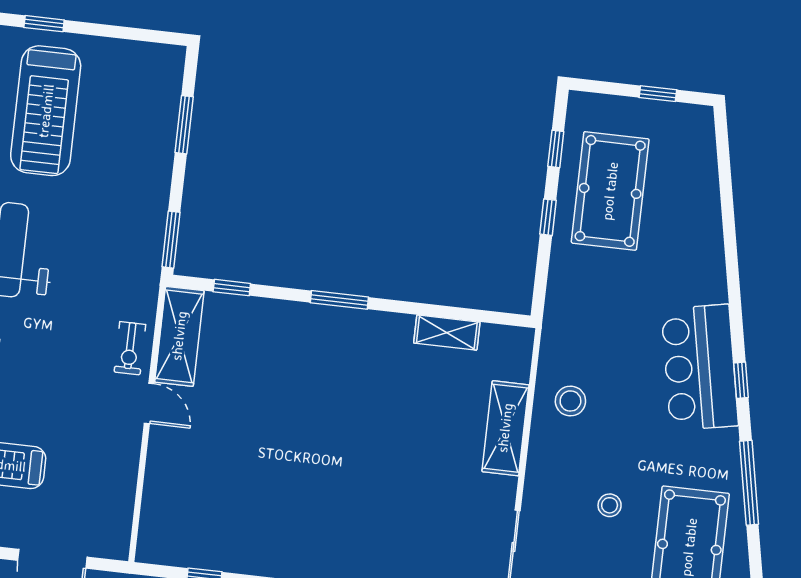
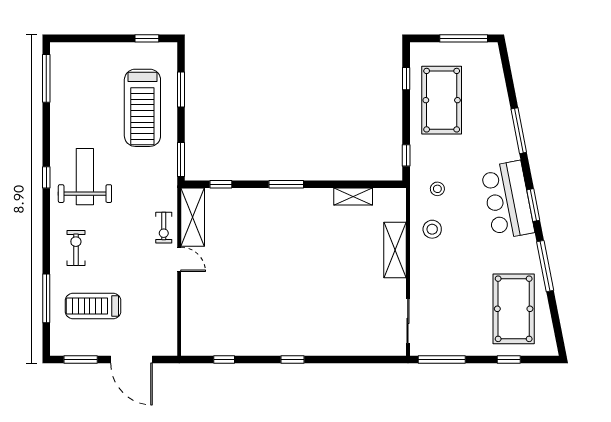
window: (44, 24) -> (147, 38), moved
window: (658, 94) -> (464, 38), width x2.17
treadmill: (46, 111) -> (142, 108), moved
window: (548, 217) -> (406, 155), moved
window: (731, 255) -> (519, 131), added
window: (741, 380) -> (533, 205), width x1.50
stool: (610, 505) -> (437, 189), moved

